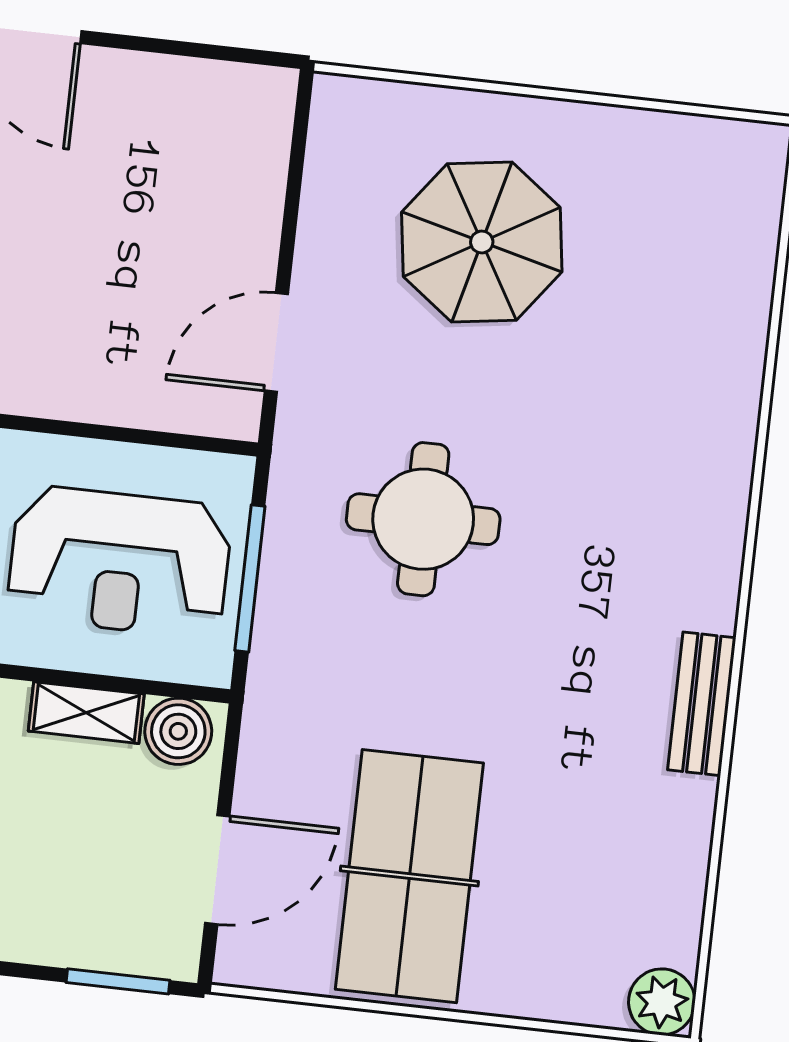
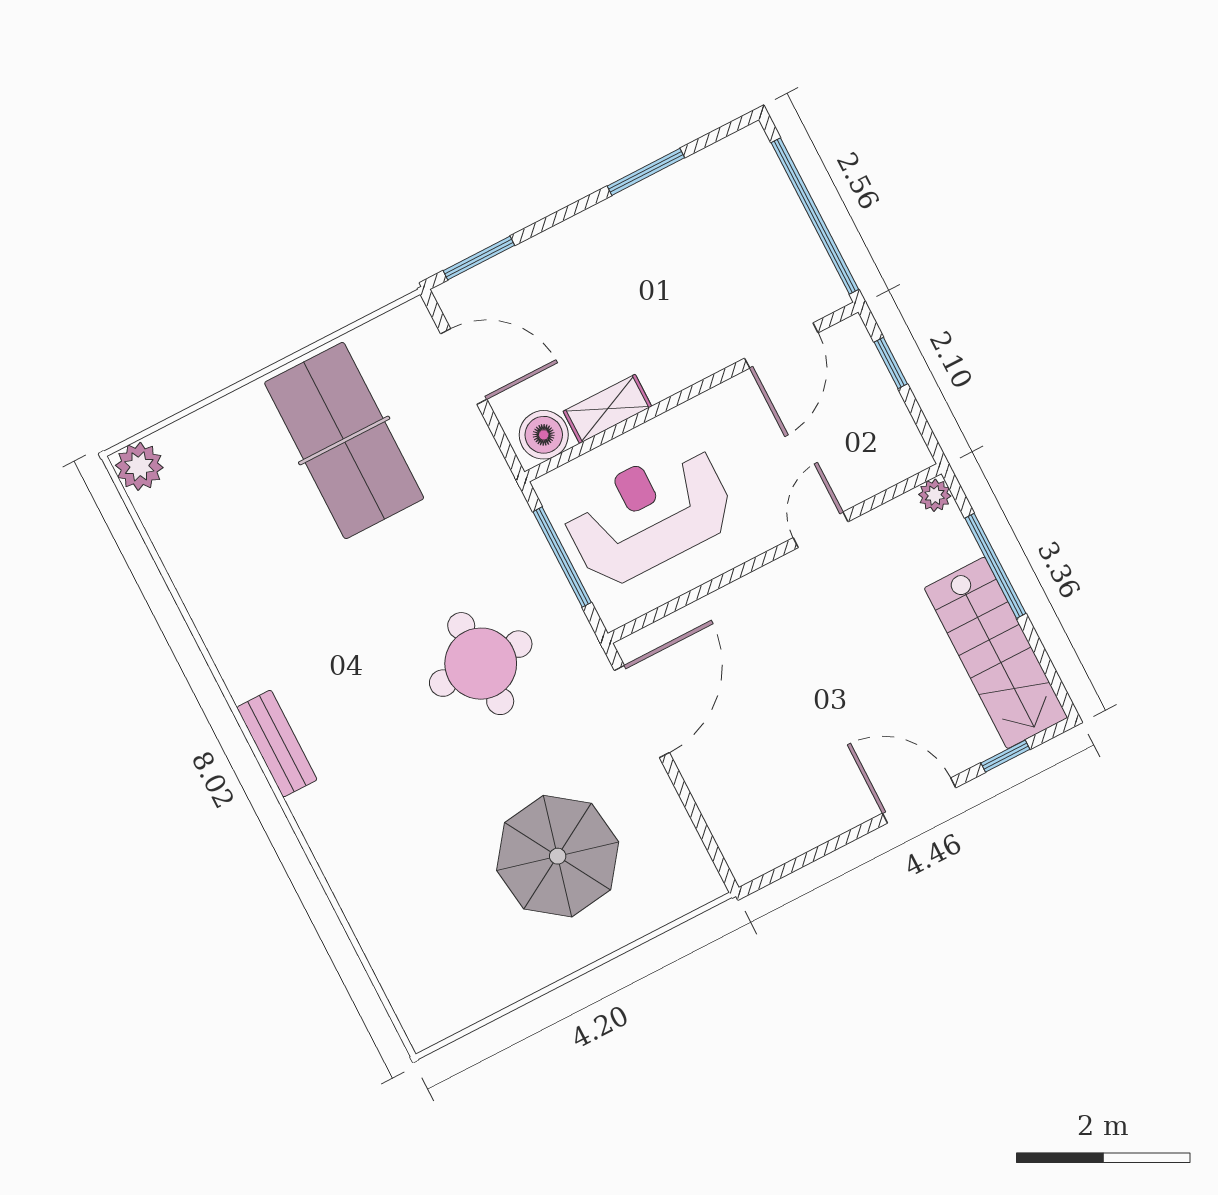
door: (276, 342) -> (642, 712), width x1.36
bench: (702, 704) -> (277, 744), moved
door: (217, 870) -> (464, 366), swing flipped

